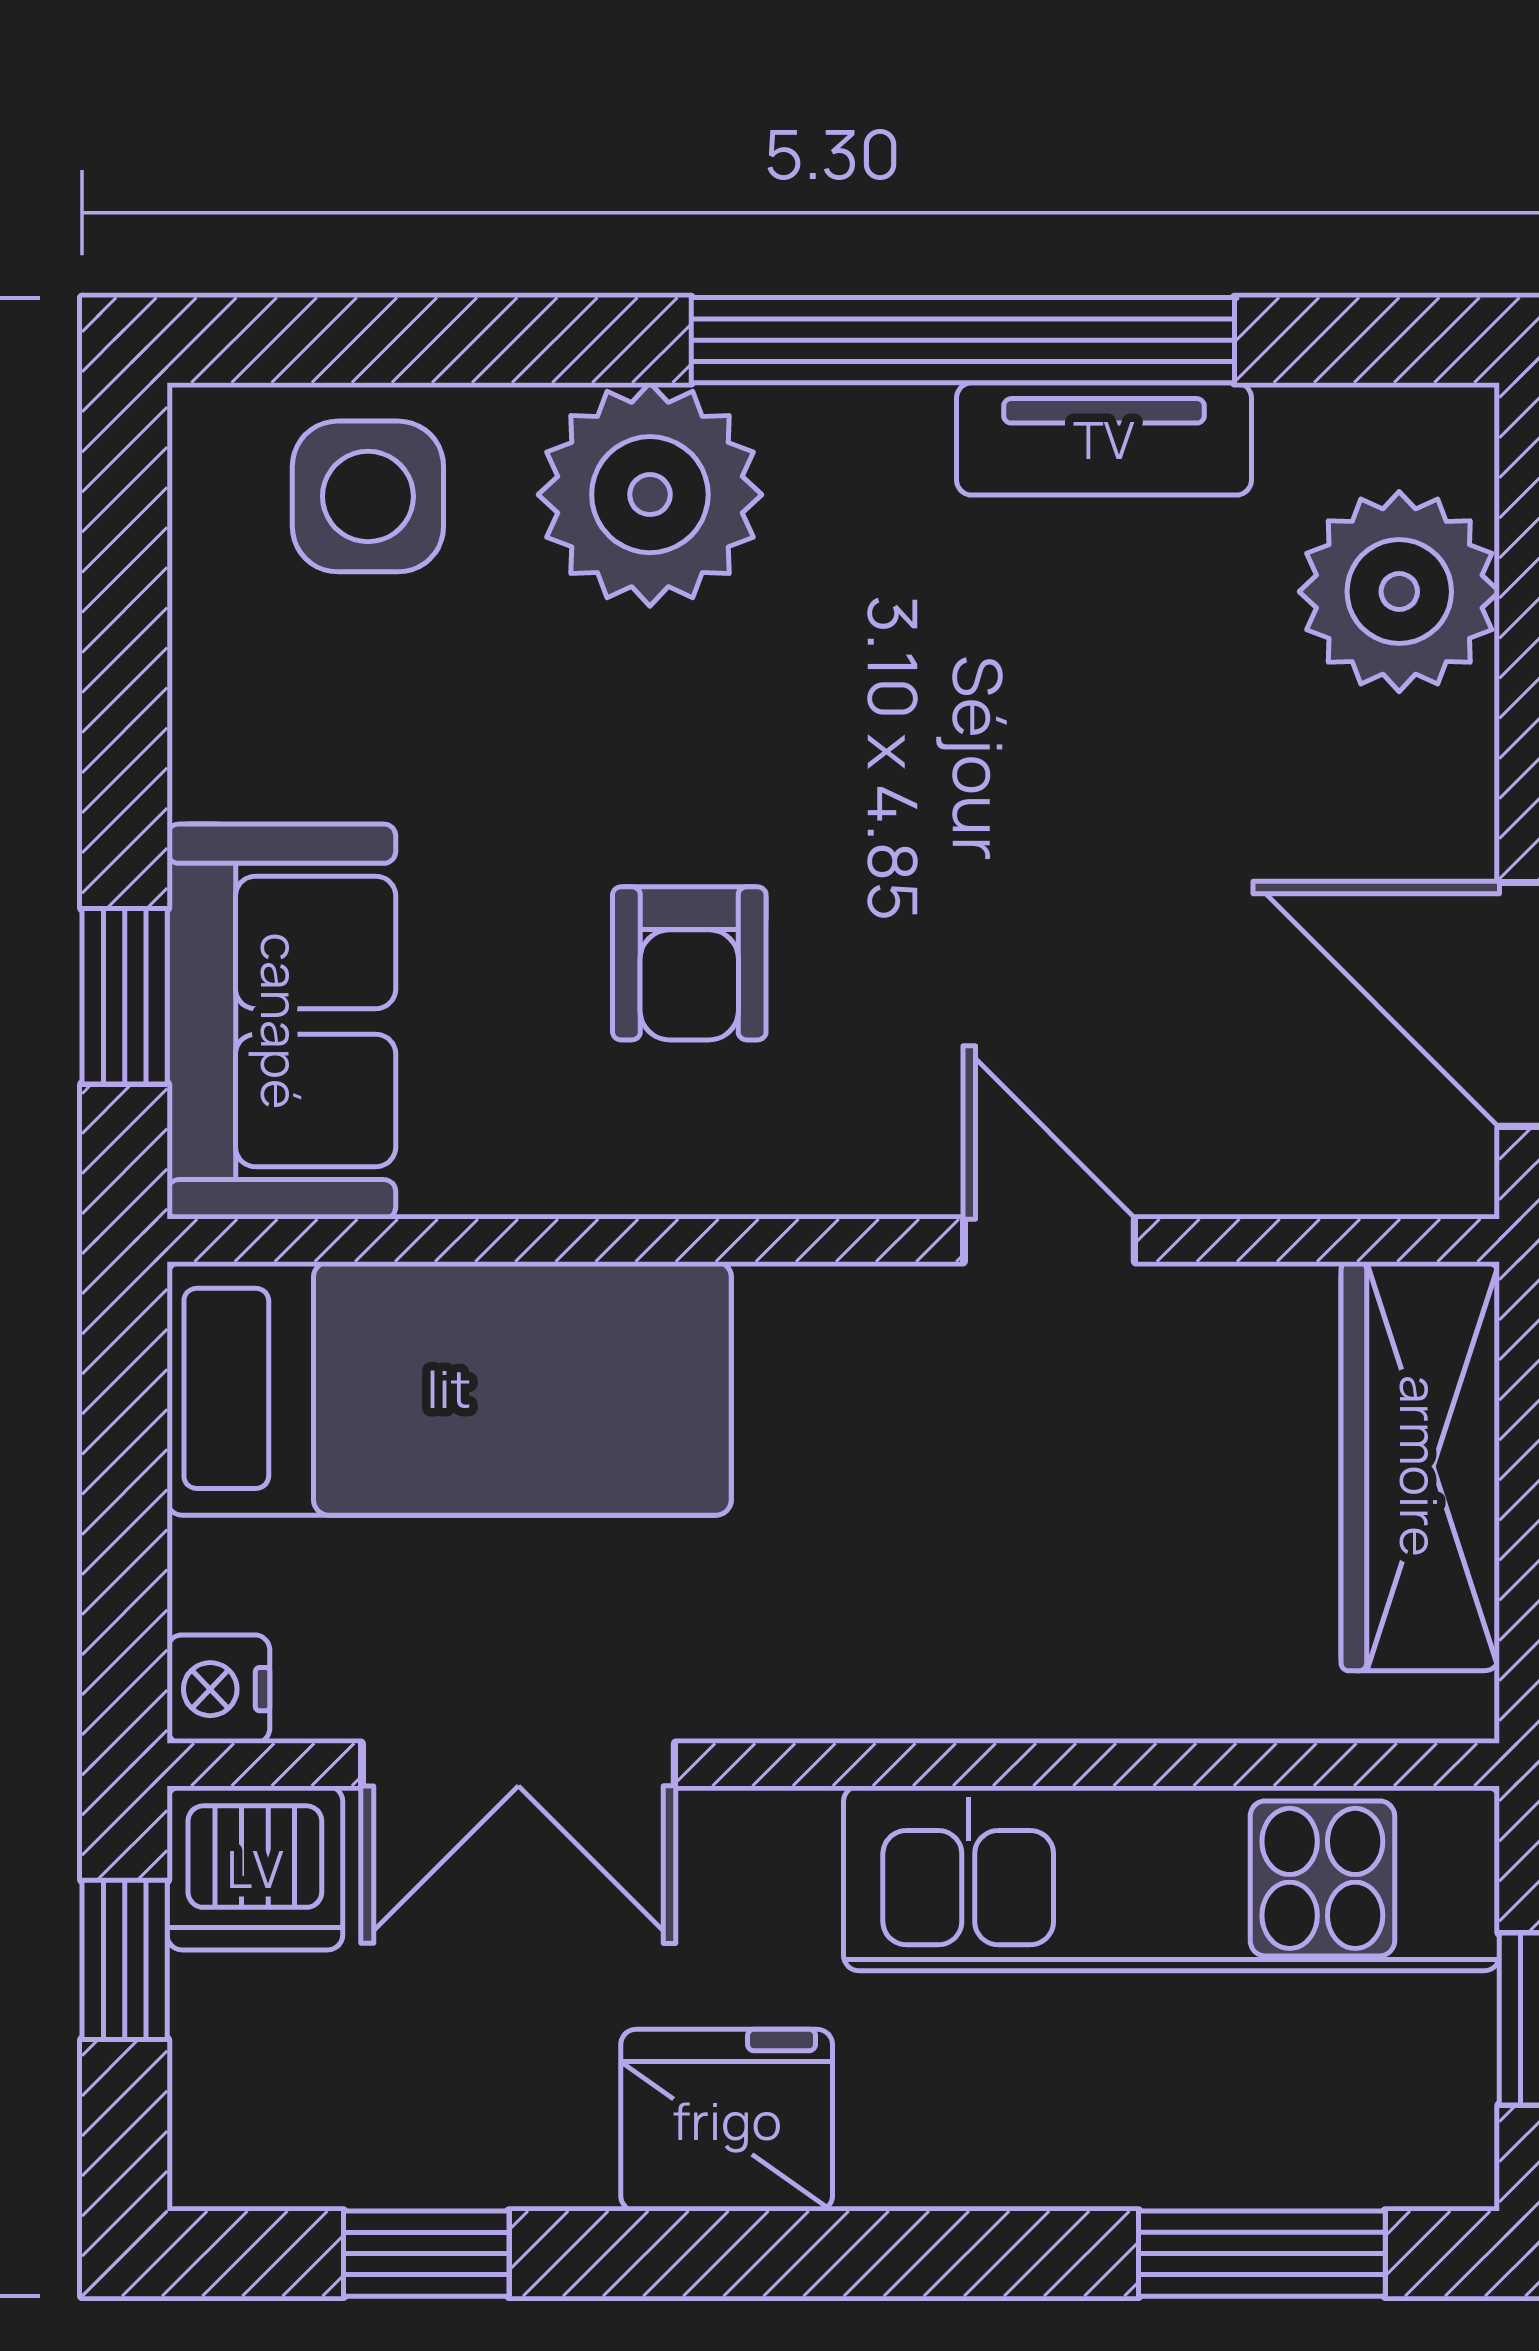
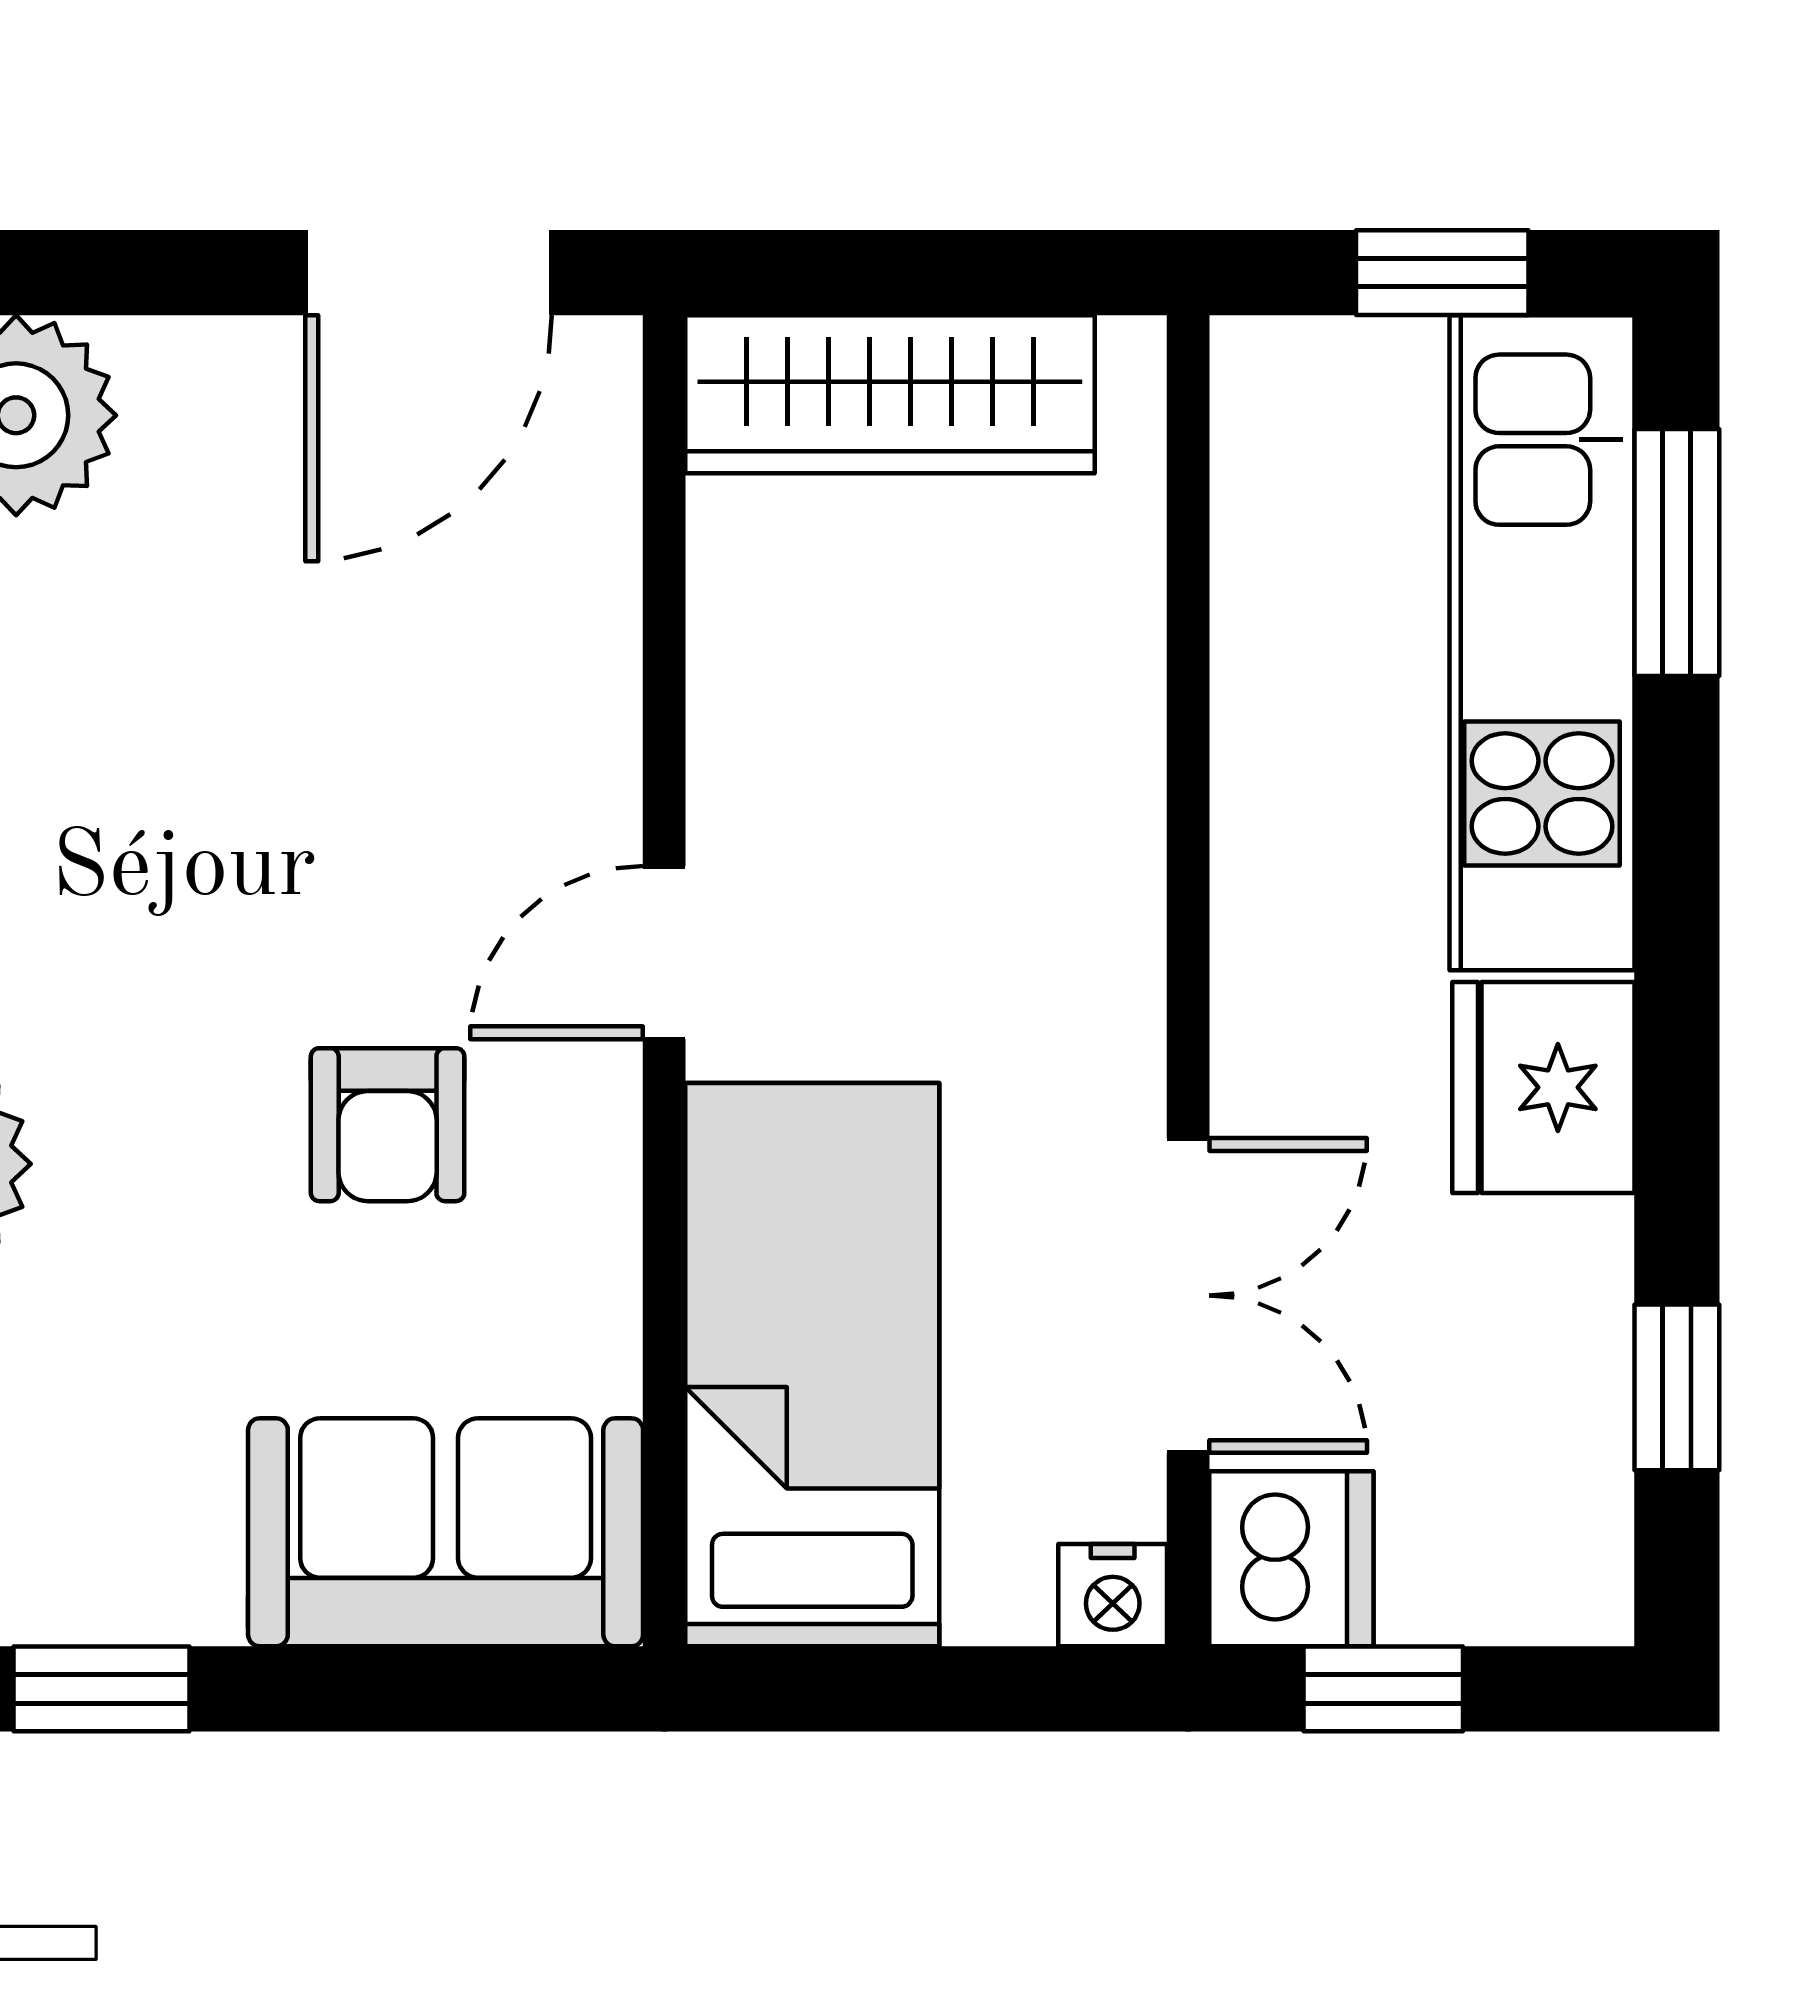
armchair: (689, 963) -> (388, 1125), turned 90
window: (125, 996) -> (101, 1689), moved
door: (1049, 1240) -> (664, 953), moved
kitchen unit: (1172, 1878) -> (1542, 643), moved, turned 180

